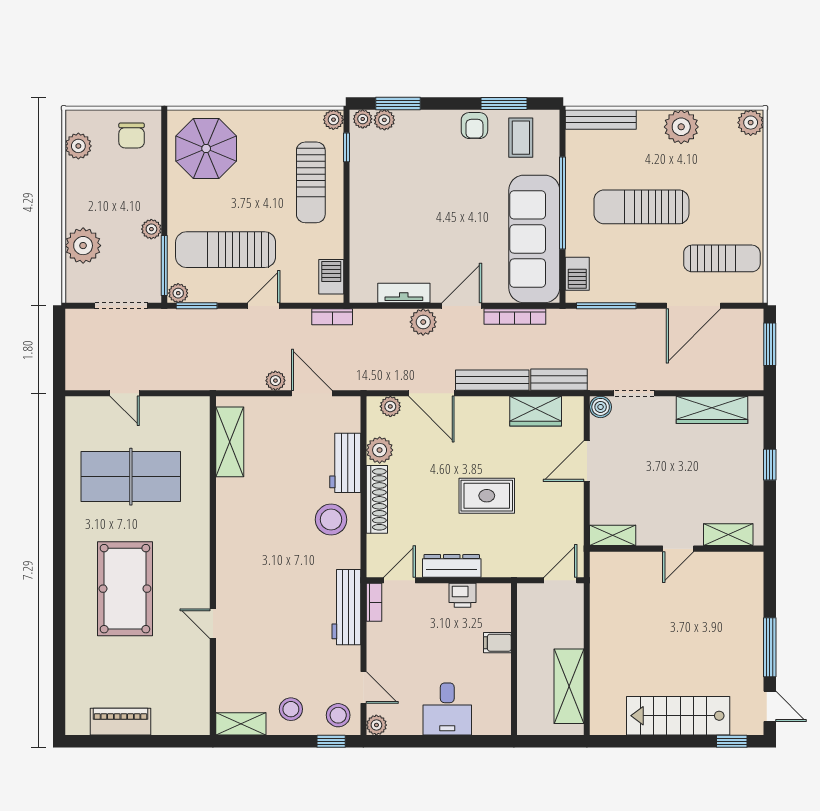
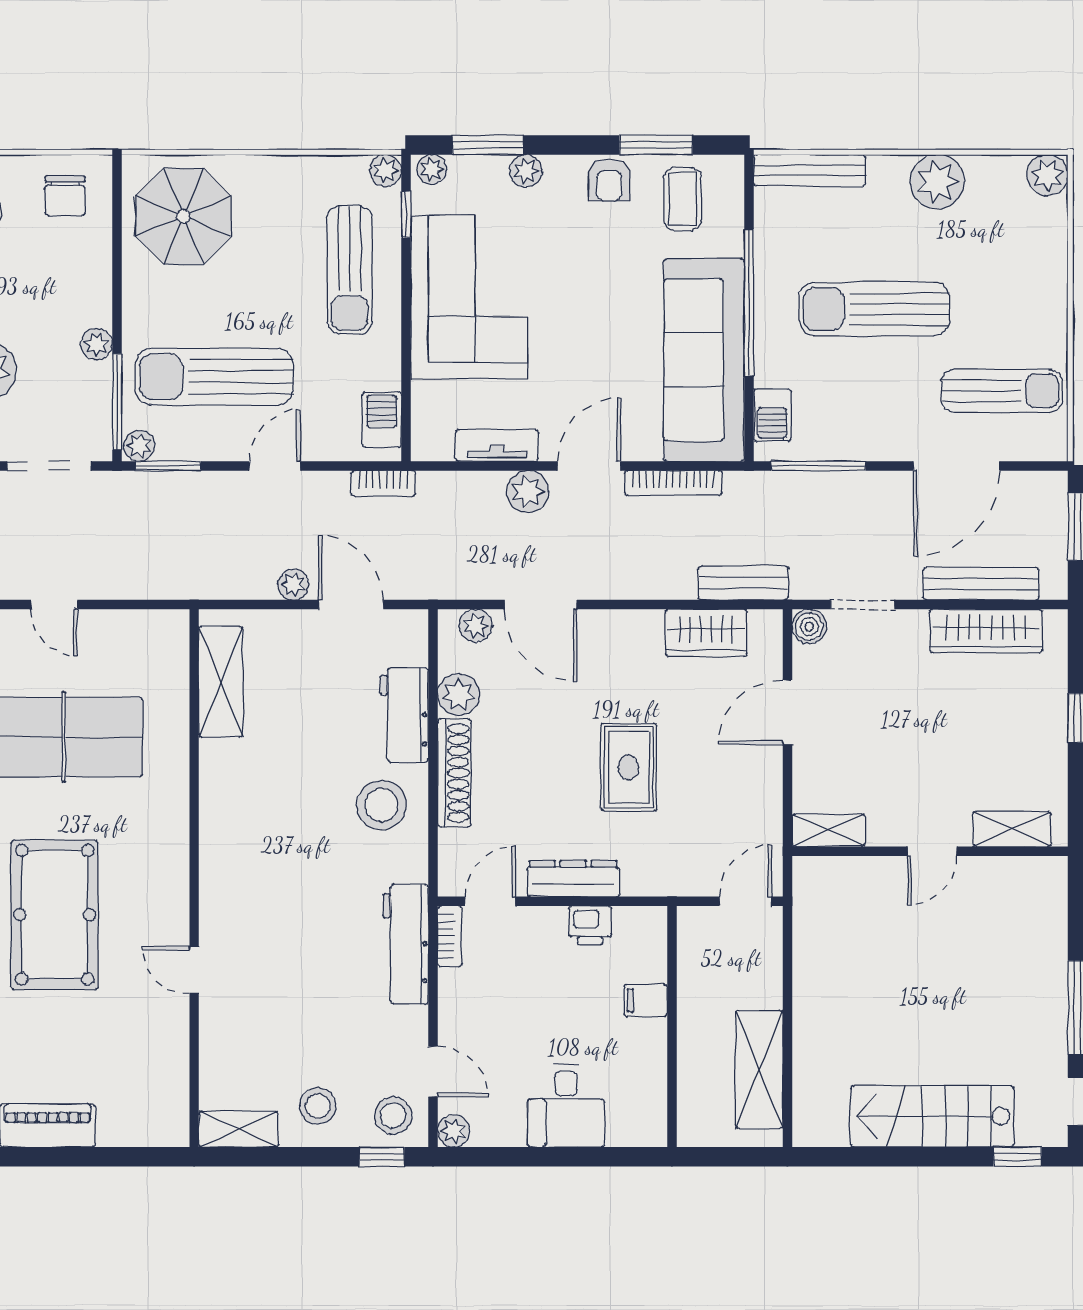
plant: (384, 120) -> (526, 171), moved
corner sofa: (386, 199) -> (469, 297), added
bench: (492, 380) -> (981, 584), moved
rug: (487, 496) -> (629, 767), turned 90

